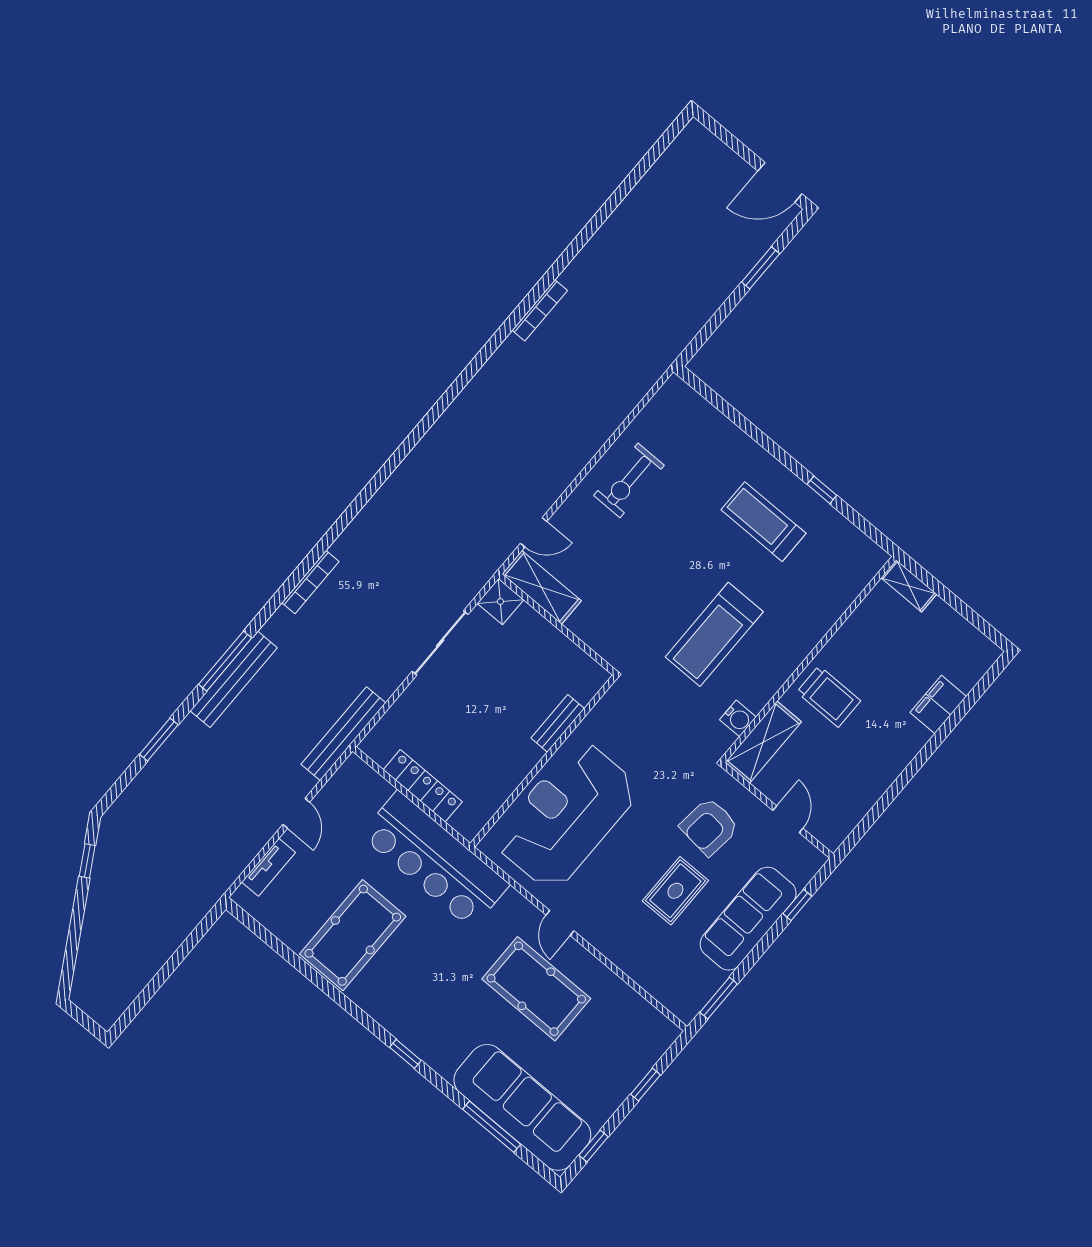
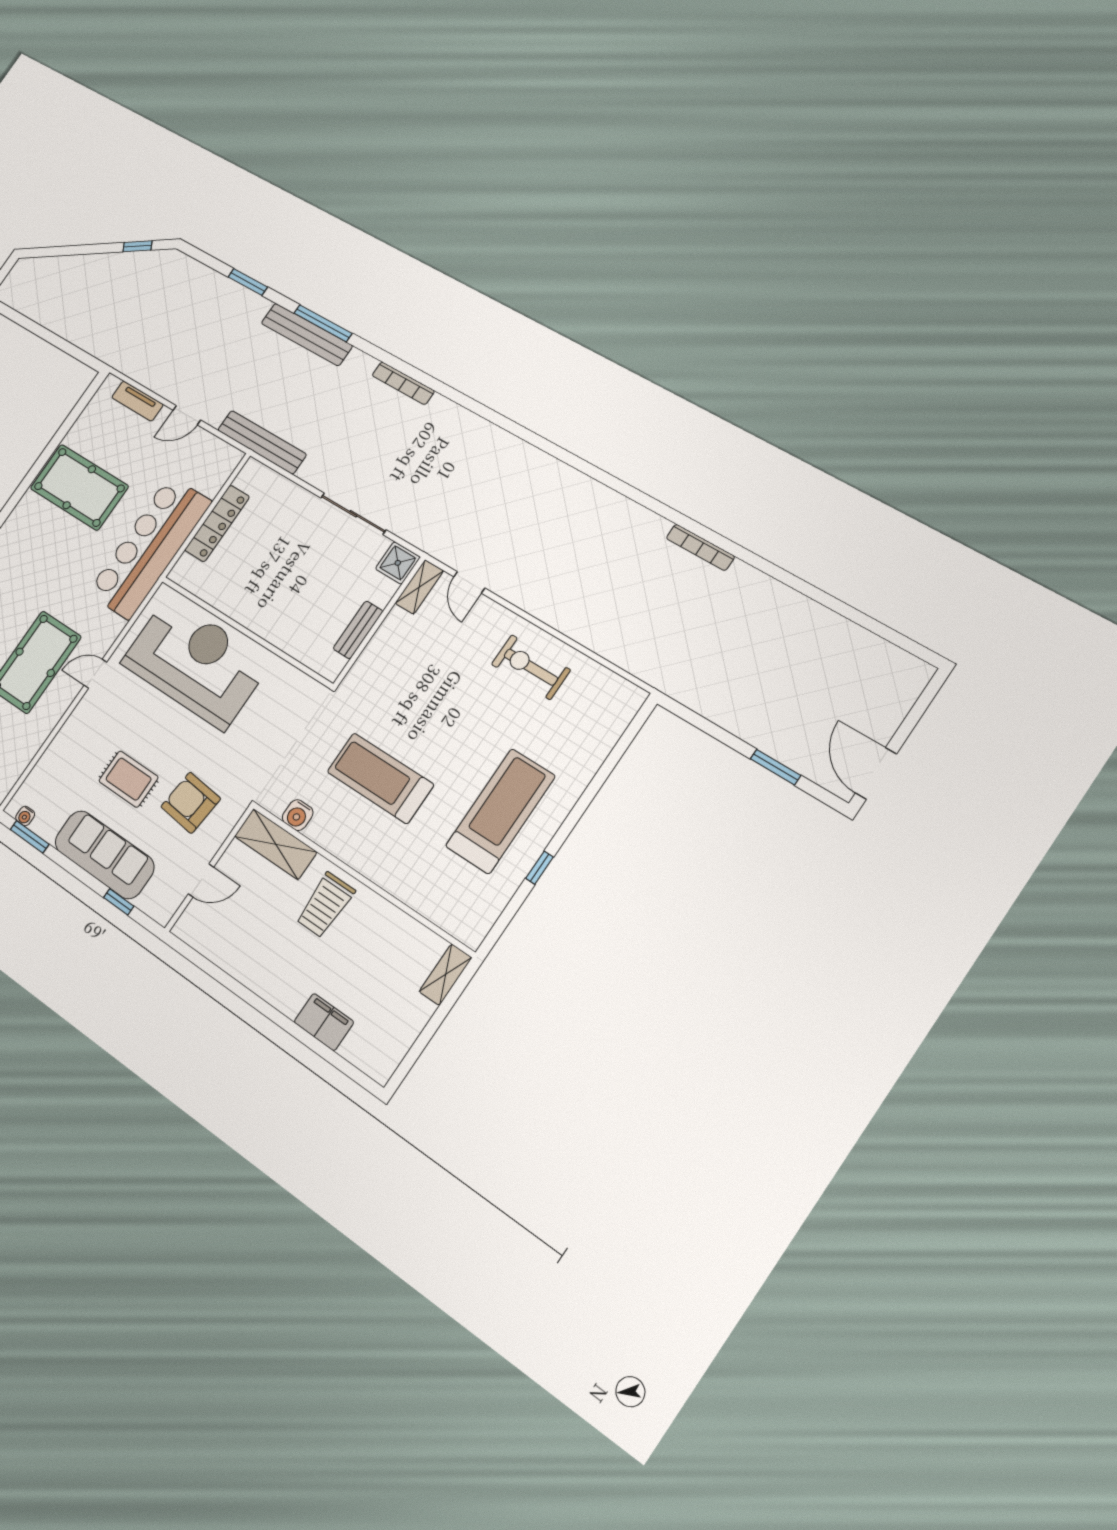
treadmill: (763, 522) -> (500, 811), width x1.37, depth x1.38
shelving: (542, 587) -> (419, 587), width x0.67, depth x0.75
bench: (558, 723) -> (358, 630), moved, turned 90
water cooler: (696, 1003) -> (25, 816), added

